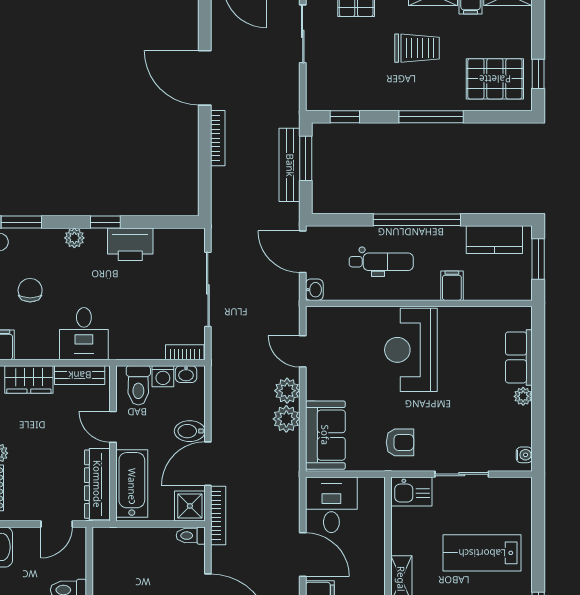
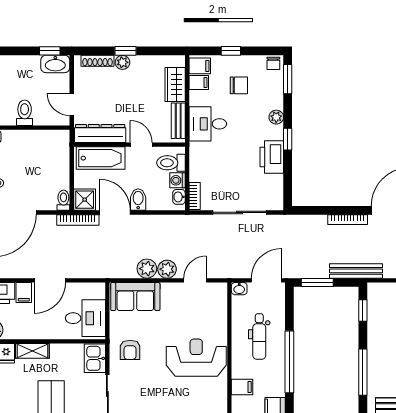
window: (306, 158) -> (317, 283), moved
bench: (290, 165) -> (356, 271), moved
filing cabinet: (26, 346) -> (199, 83), added
door: (113, 427) -> (141, 145), hinge flipped
desk: (331, 505) -> (85, 318), moved

